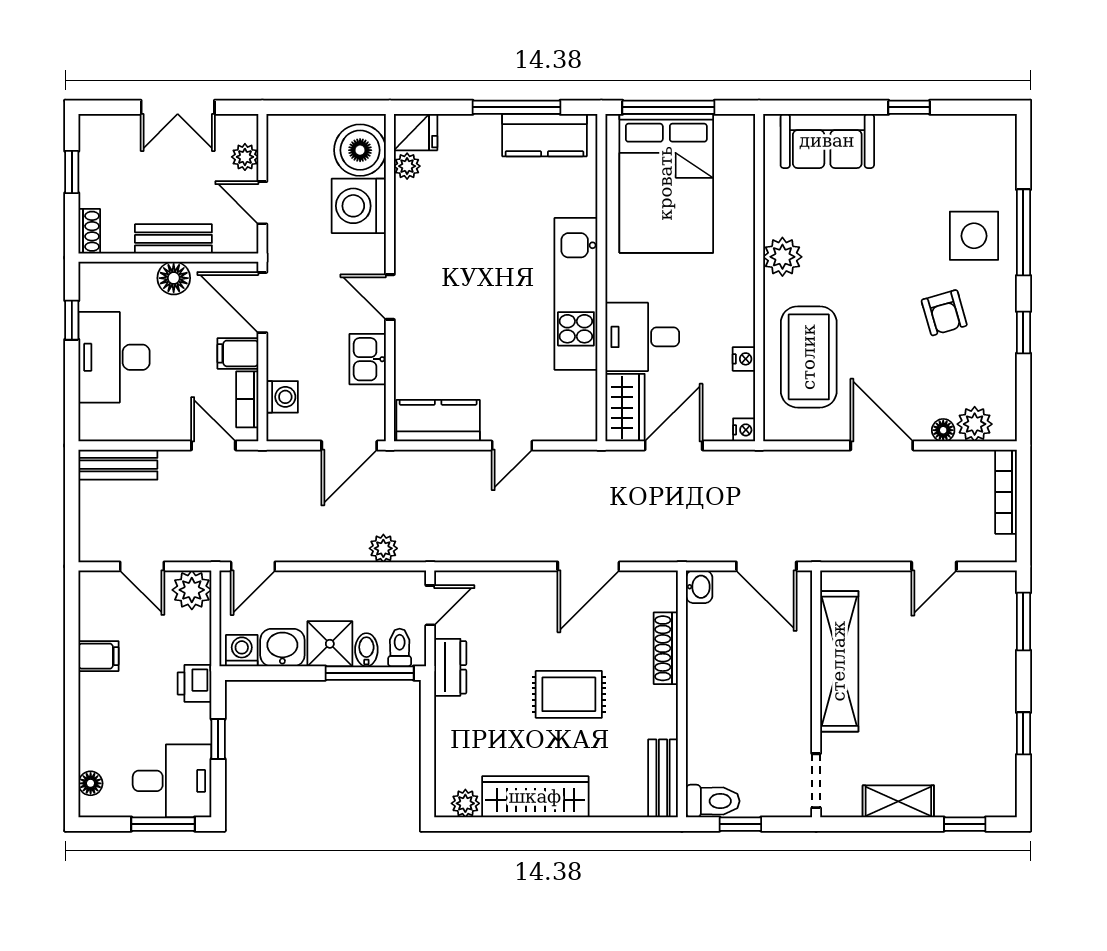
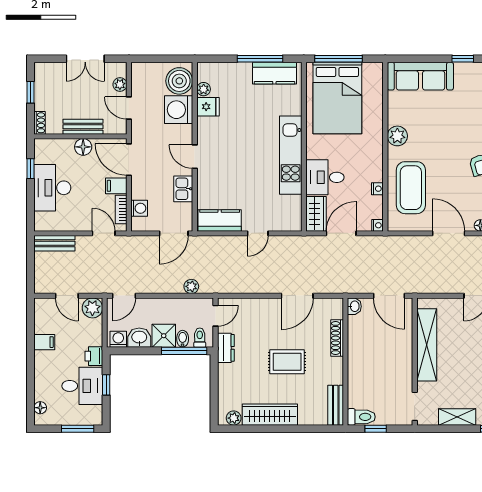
fridge: (416, 132) -> (208, 107), moved
sofa: (827, 141) -> (420, 76), width x1.36
desk: (172, 781) -> (82, 386), moved

